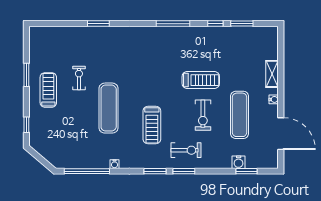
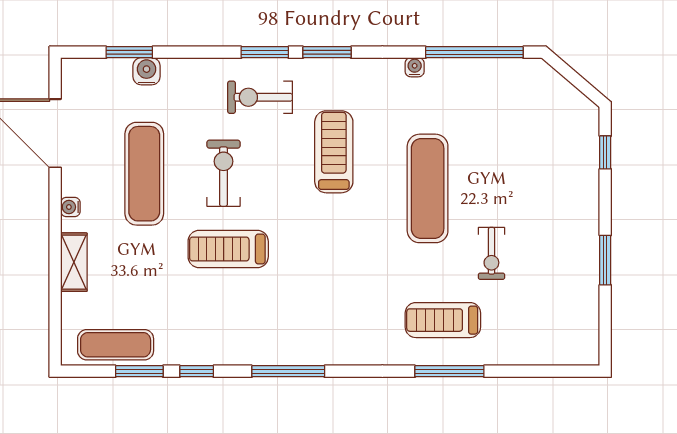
window: (98, 24) -> (449, 371), width x1.44
exercise mat: (253, 36) -> (116, 345), added
treadmill: (48, 90) -> (443, 320), moved, turned 90

